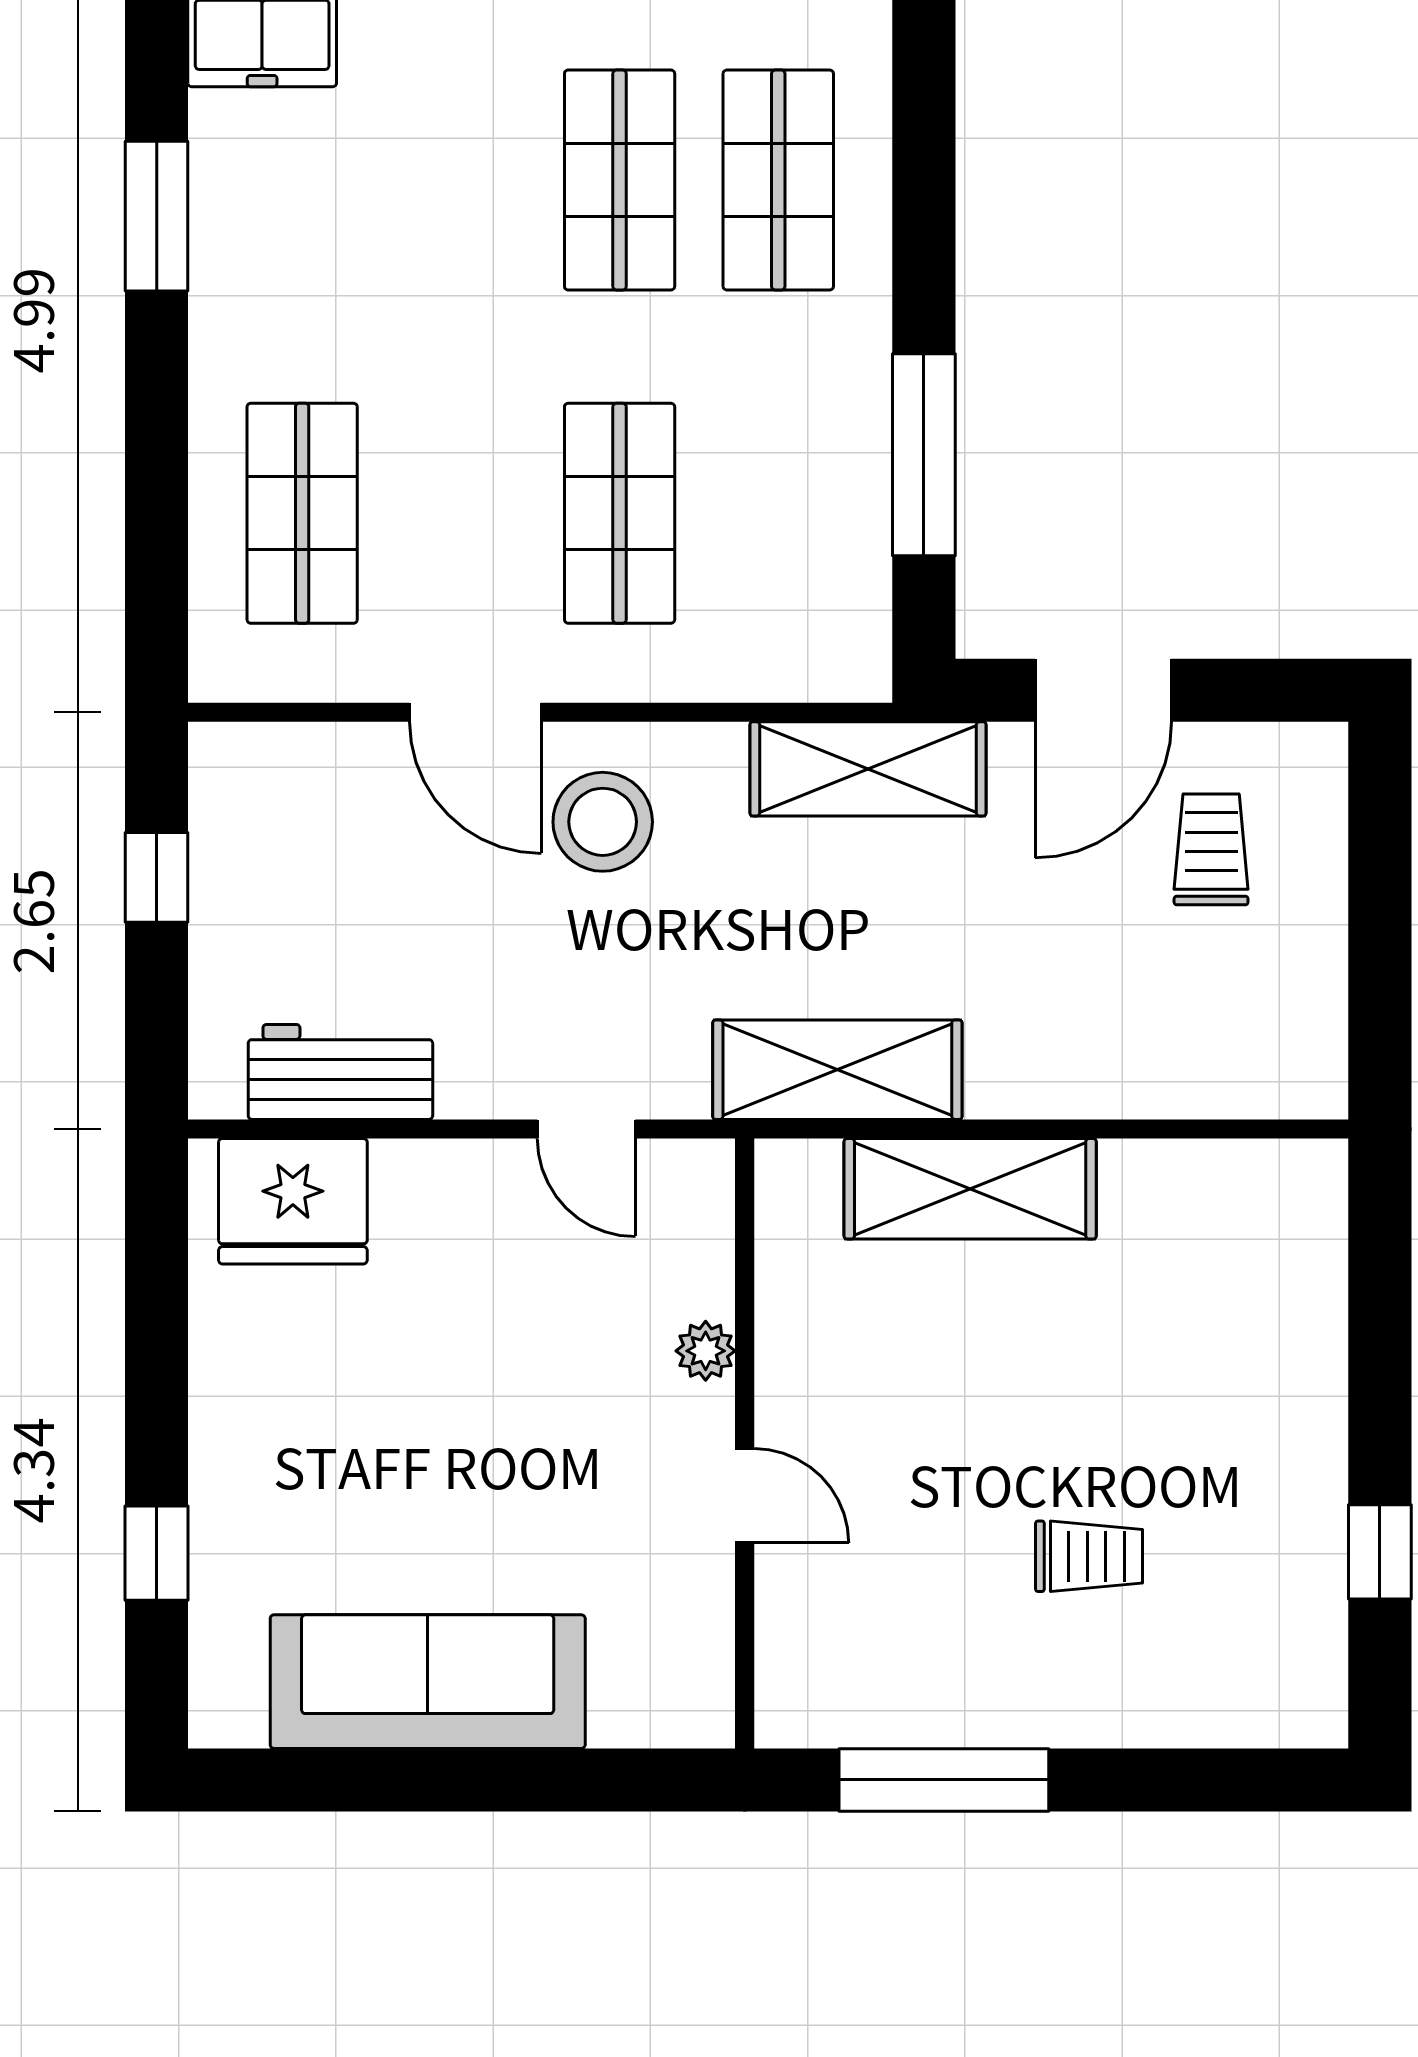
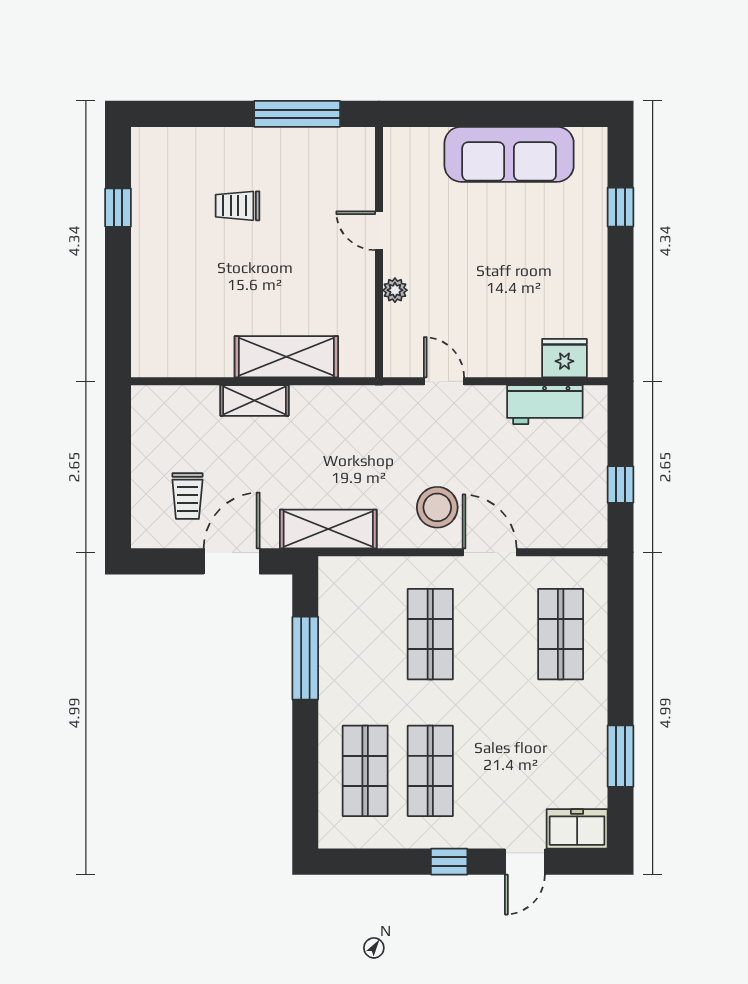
shelving: (837, 1070) -> (254, 400), moved, width x0.67, depth x0.75
fridge: (293, 1201) -> (564, 358), width x0.73, depth x0.75

